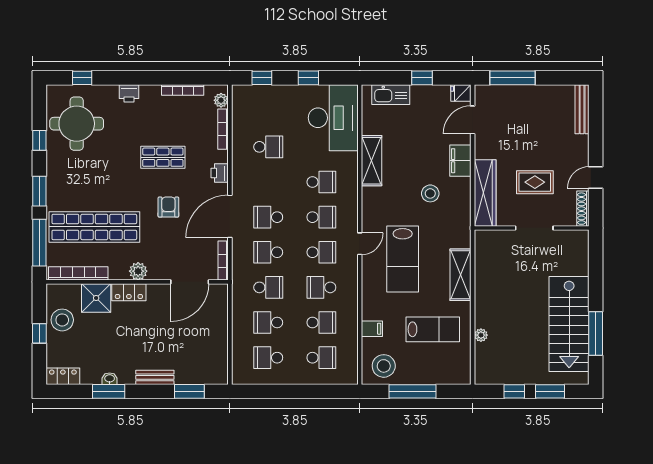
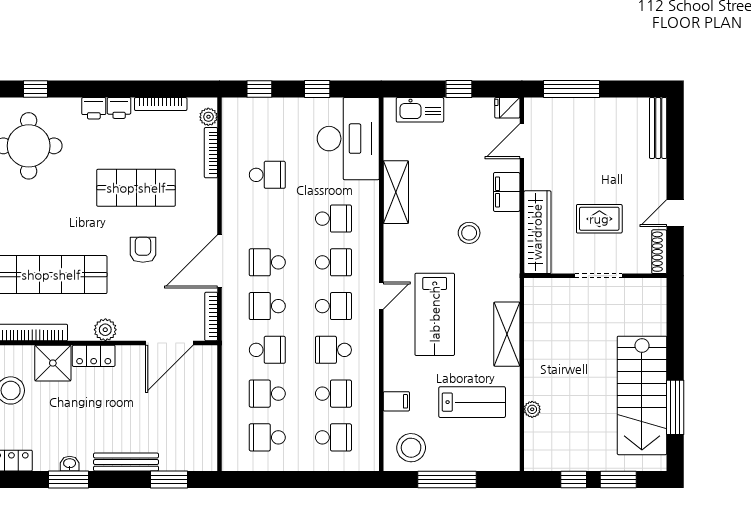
shop shelf: (163, 157) -> (136, 188), width x1.43, depth x1.36
printer: (220, 173) -> (119, 108), moved, turned -90
bench: (155, 377) -> (126, 462), width x1.36

